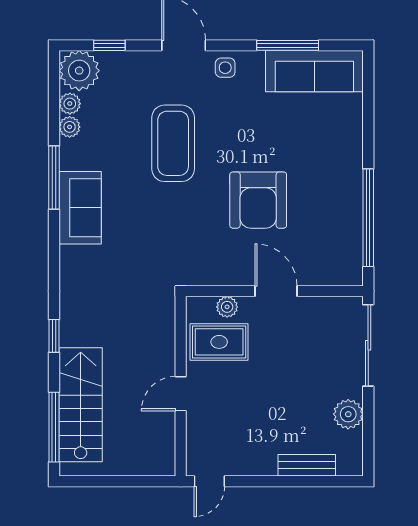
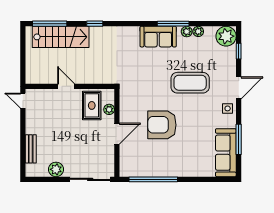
plant: (70, 104) -> (187, 32), moved

